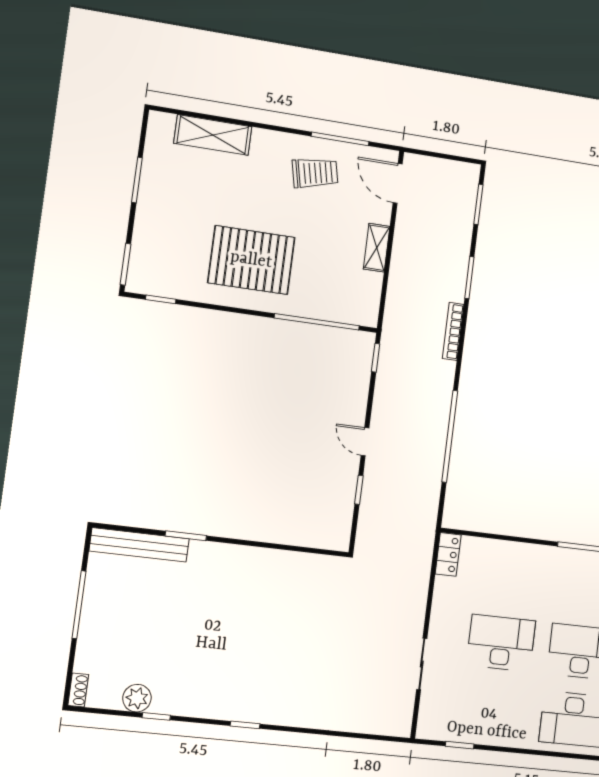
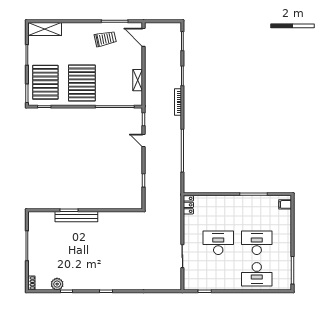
shelving: (213, 135) -> (45, 29), moved
pallet: (171, 246) -> (45, 82), added
shelving: (377, 248) -> (138, 80), moved
pallet: (251, 260) -> (82, 83), turned 90
door: (365, 442) -> (144, 141), moved
bench: (139, 545) -> (76, 217), moved

